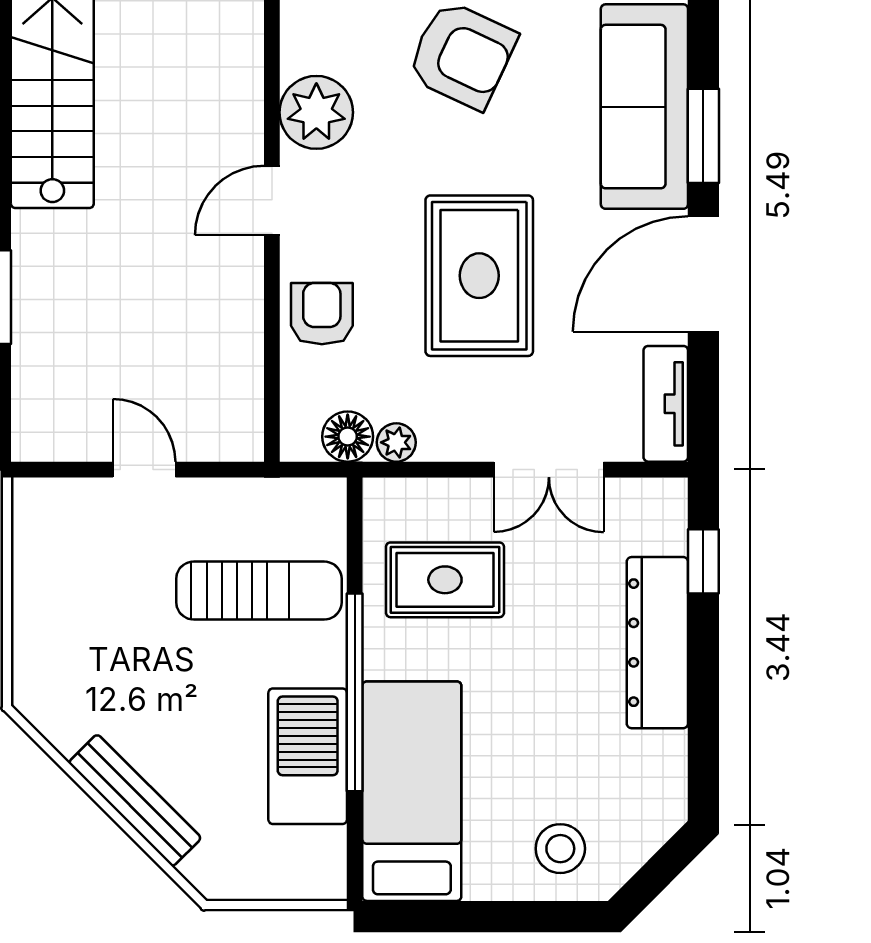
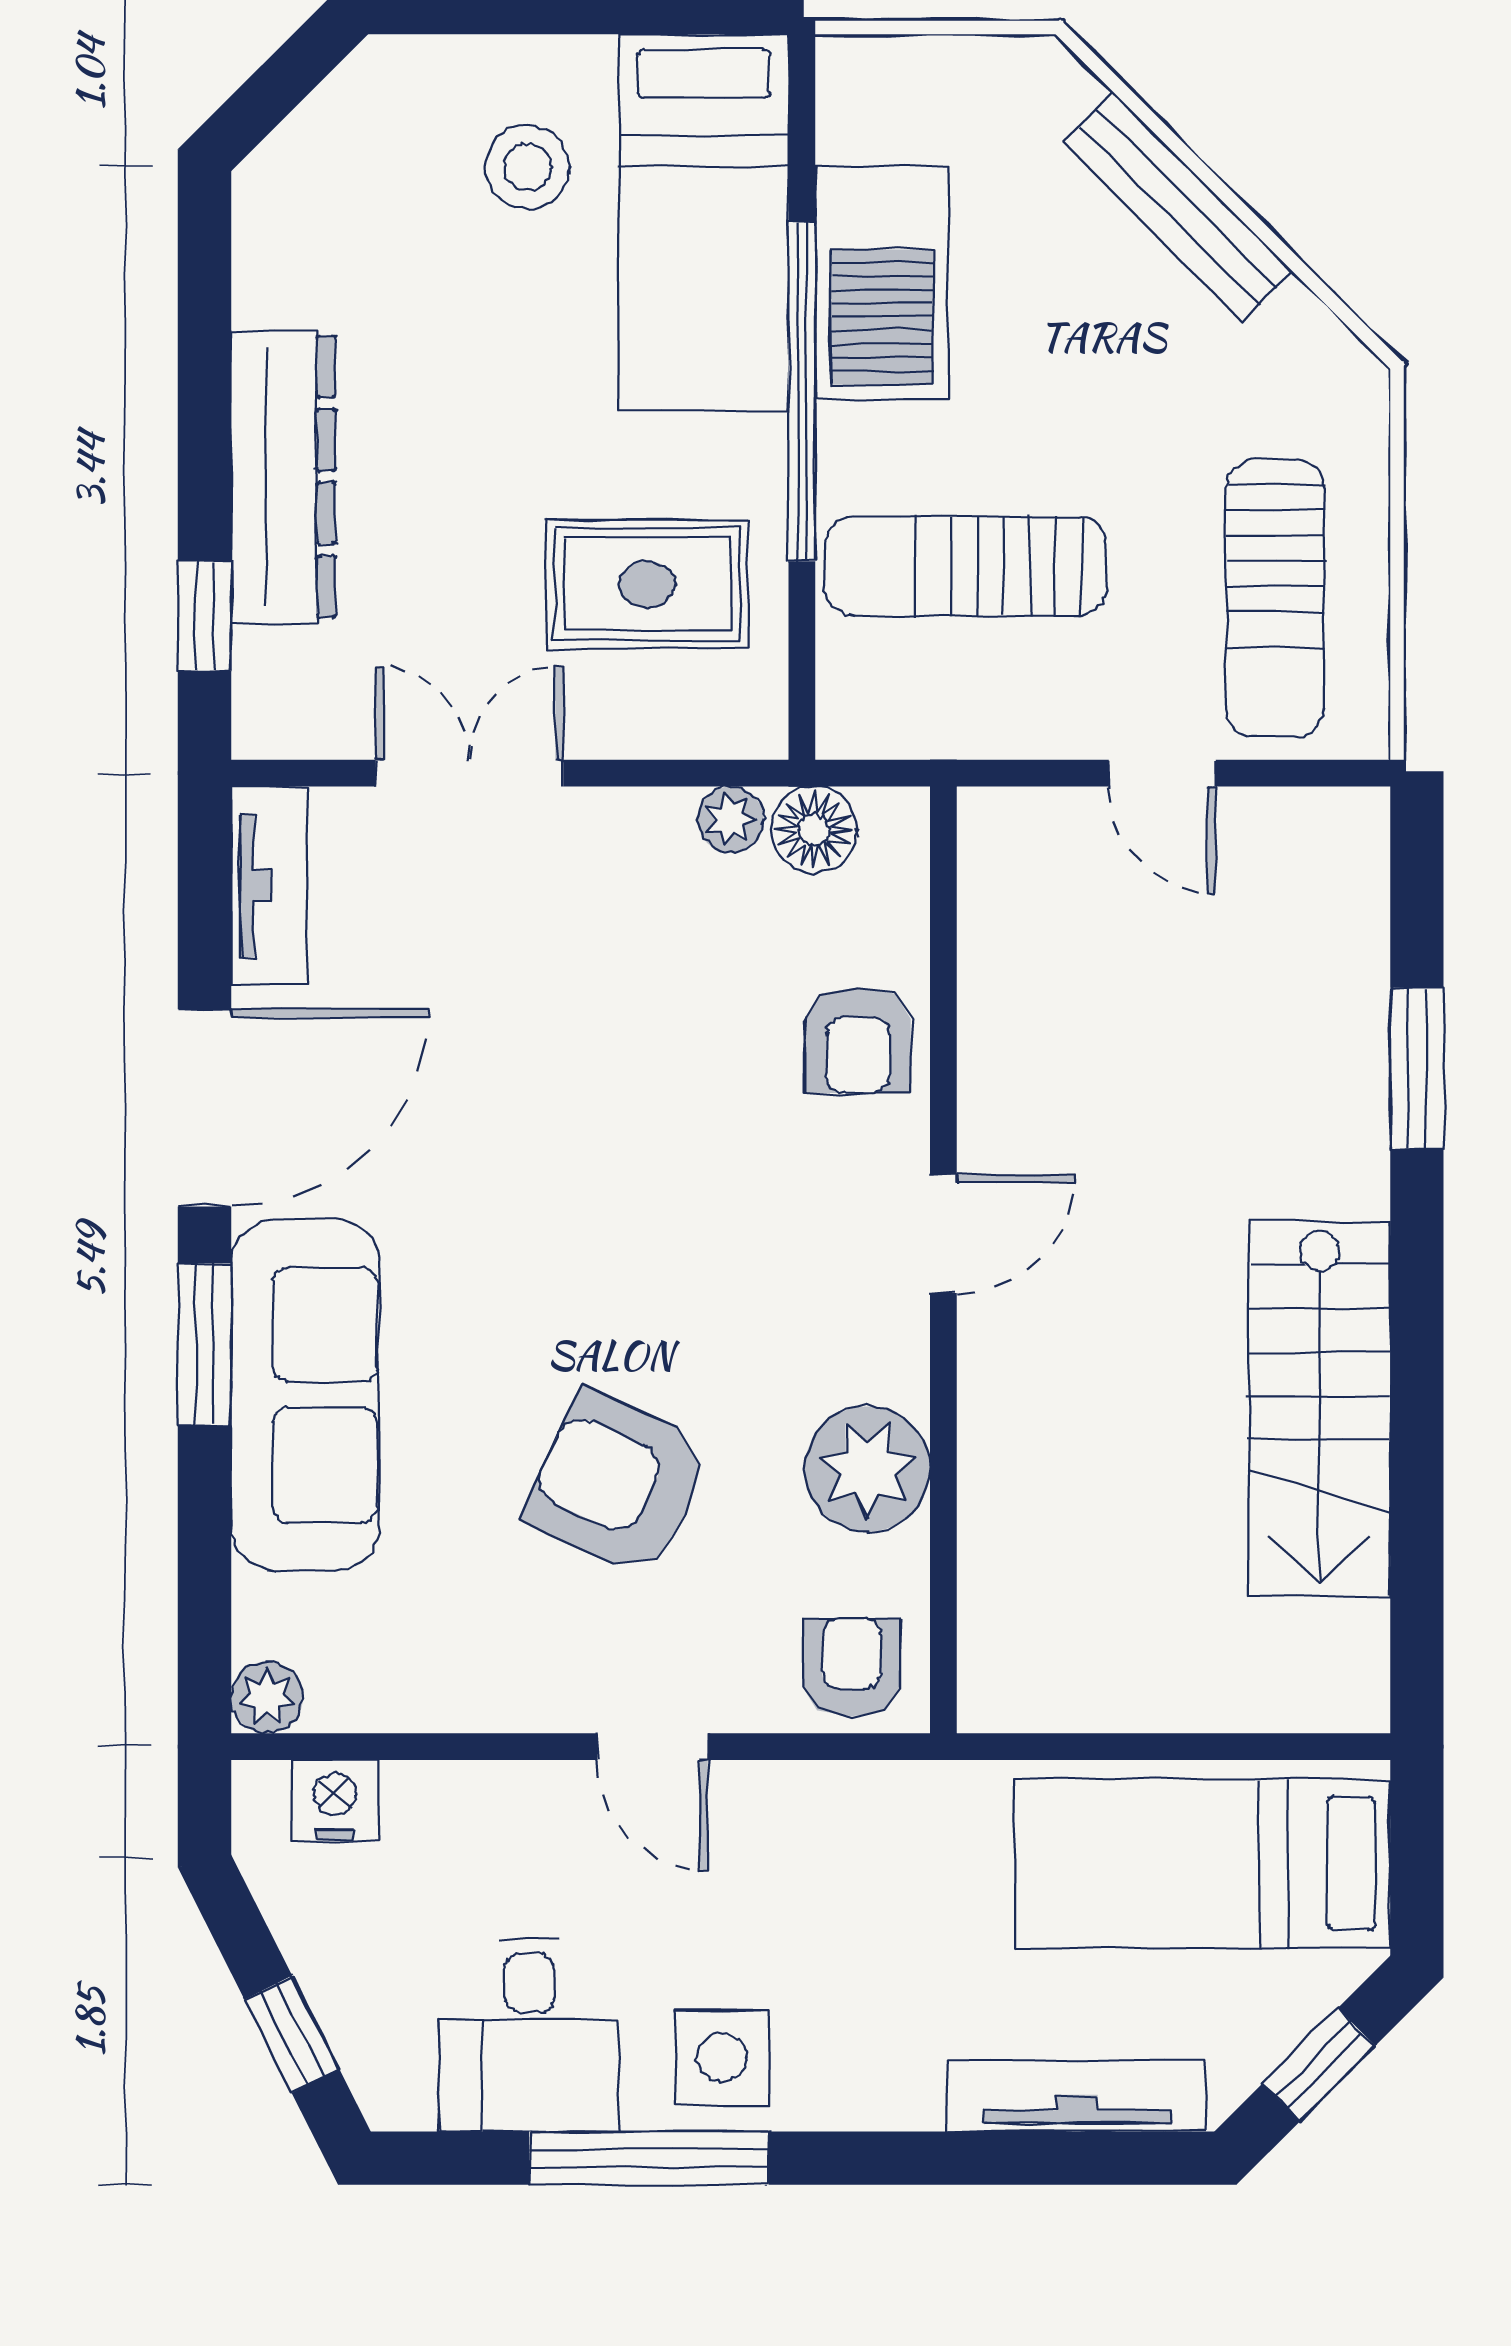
plant: (316, 112) -> (867, 1469), moved
rug: (479, 276) -> (588, 1105), removed
sun lounger: (78, 572) -> (1275, 598), added
stool: (560, 849) -> (528, 167), moved

